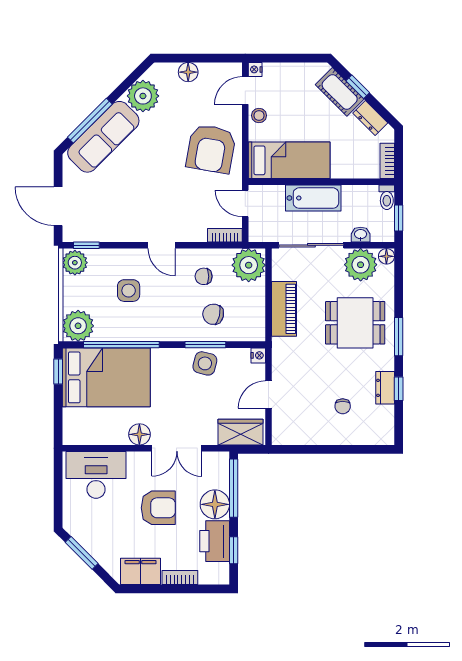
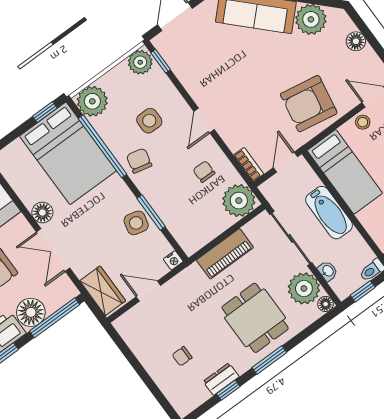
chair: (213, 314) -> (139, 161), moved

